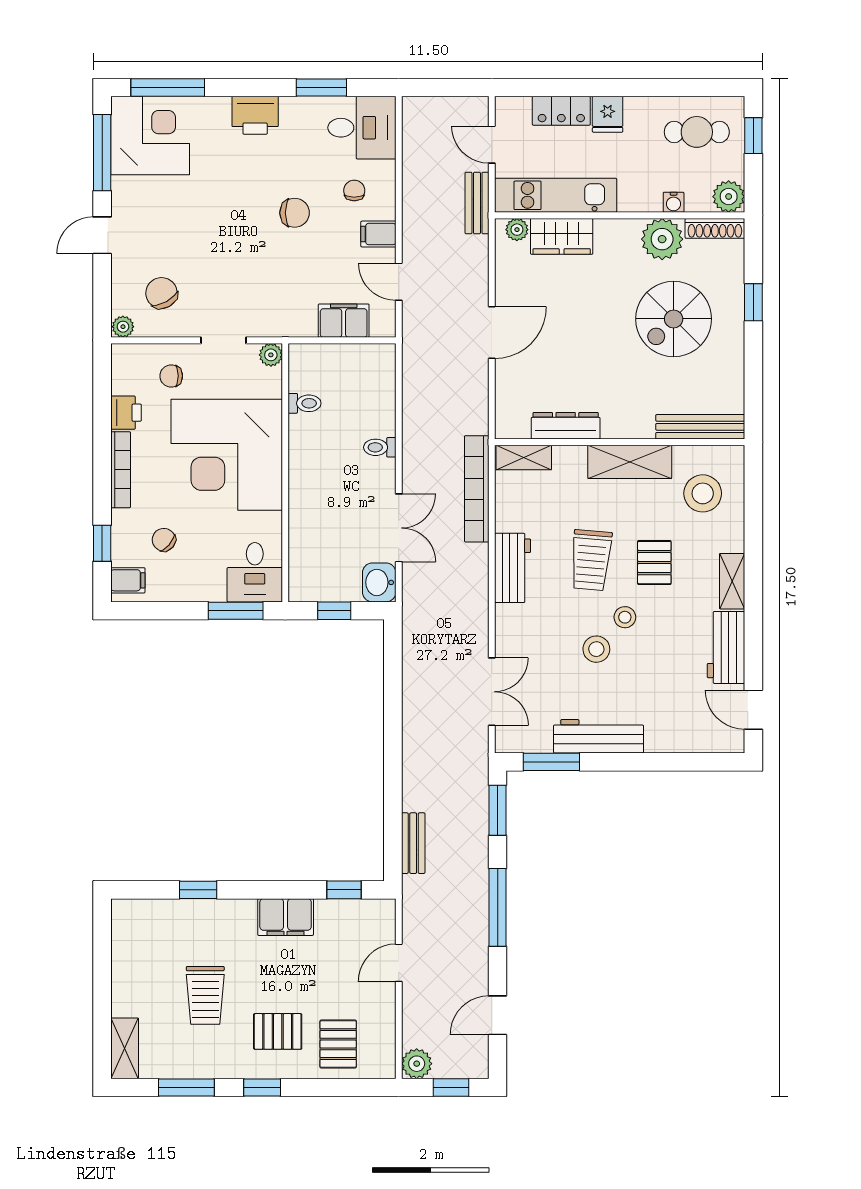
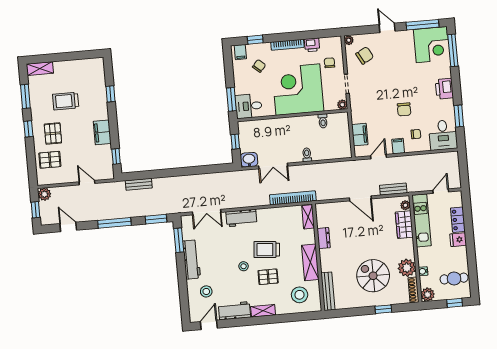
cafe table: (697, 132) -> (454, 278), turned 90
bench: (477, 203) -> (393, 189), moved
dresser: (566, 426) -> (324, 238), width x0.70
workbench: (513, 568) -> (241, 218), moved
stool: (596, 649) -> (206, 291), moved

